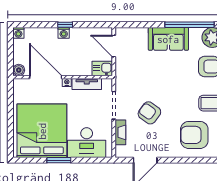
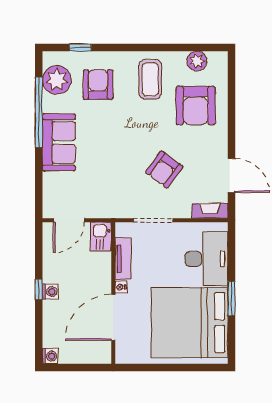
boiler: (19, 70) -> (103, 356), removed
fireplace: (120, 132) -> (210, 211), moved

